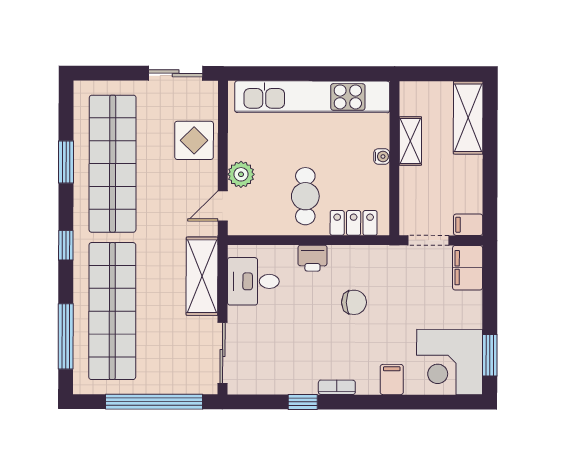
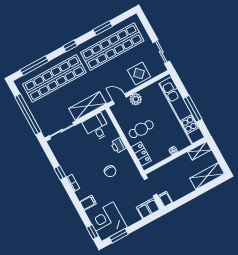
window: (321, 74) -> (193, 109), added
shelving: (410, 141) -> (199, 151), moved
window: (454, 402) -> (93, 232), added

